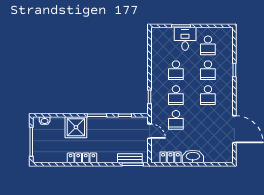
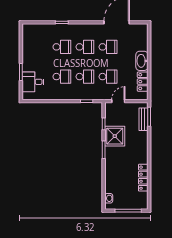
desk: (185, 39) -> (33, 82), moved
school desk: (208, 45) -> (108, 47), moved
shower: (76, 127) -> (115, 136), moved
locker: (82, 158) -> (143, 178), moved

